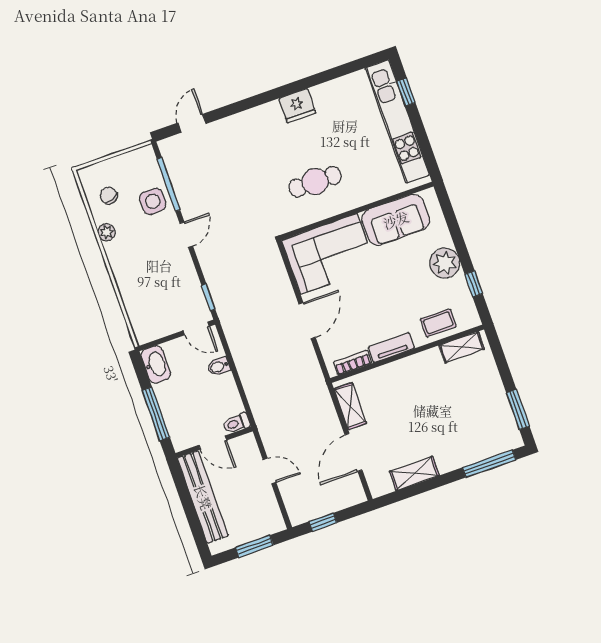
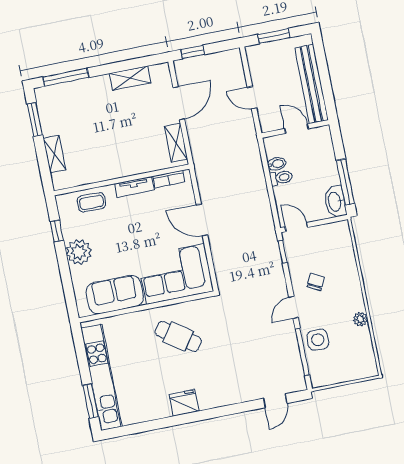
window: (406, 92) -> (91, 401), width x1.50
cafe table: (315, 182) -> (178, 336), turned 35
chair: (109, 196) -> (316, 282), moved, turned -129
door: (307, 321) -> (202, 220), hinge flipped
shelving: (462, 347) -> (54, 154), moved, turned 90
bidet: (219, 367) -> (277, 164), moved
window: (156, 414) -> (345, 182), moved
toilet: (236, 423) -> (281, 178), moved
window: (323, 522) -> (193, 52), moved

